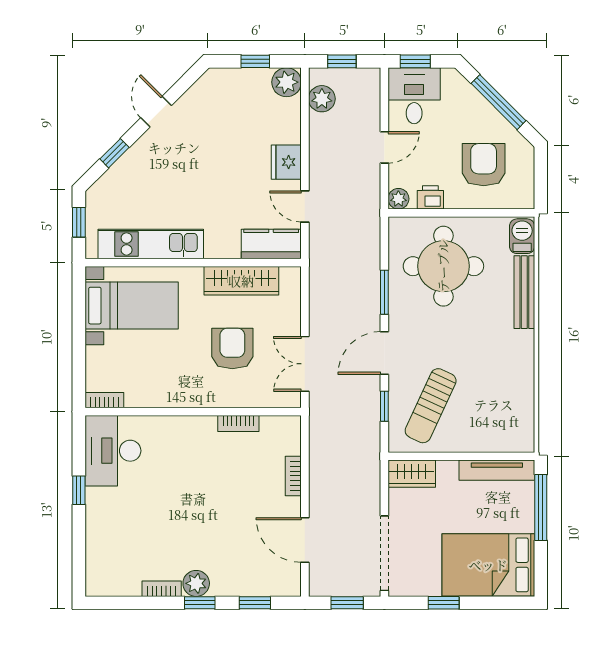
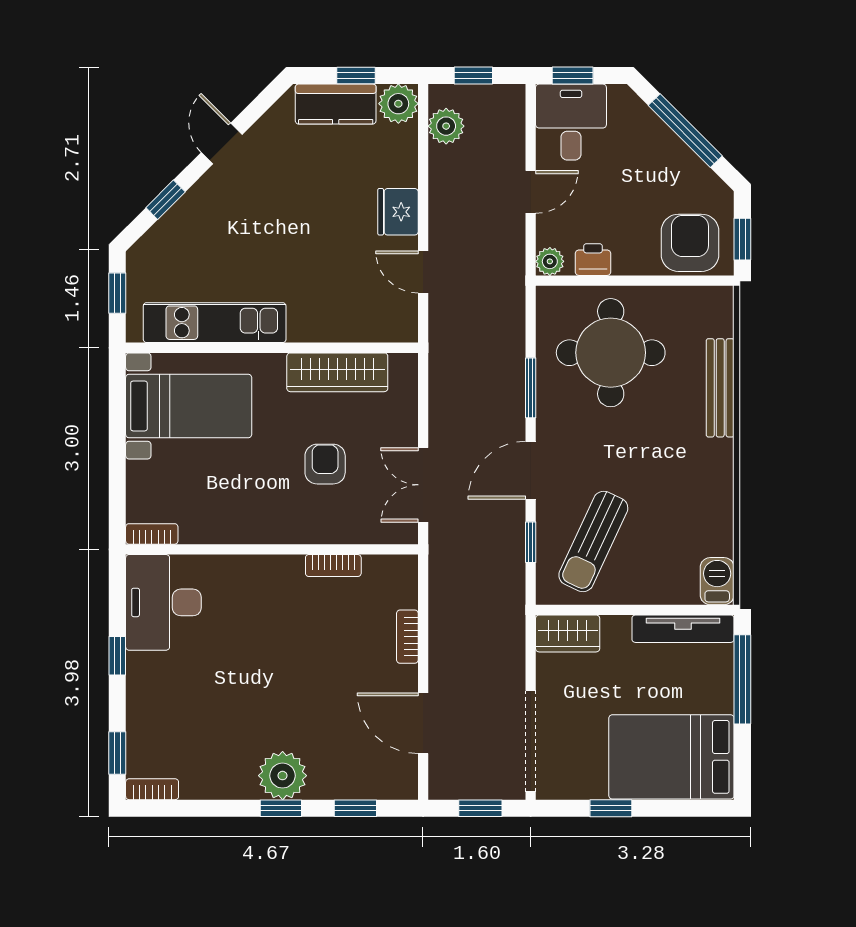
armchair: (484, 165) -> (690, 243), moved
window: (541, 182) -> (742, 239), added
barbecue: (522, 236) -> (717, 581), moved
kitchen counter: (271, 244) -> (336, 104), moved, turned 180
armchair: (232, 348) -> (325, 464), width x0.72, depth x0.72
window: (79, 562) -> (117, 753), added
plant: (196, 583) -> (283, 776), width x1.36, depth x1.36
bookcase: (162, 589) -> (152, 789), moved

